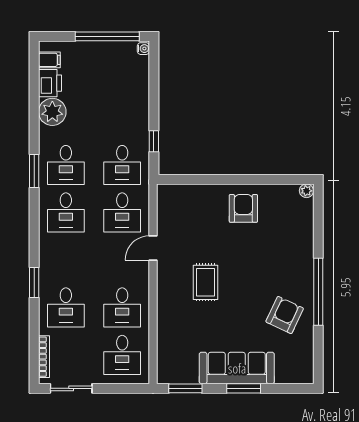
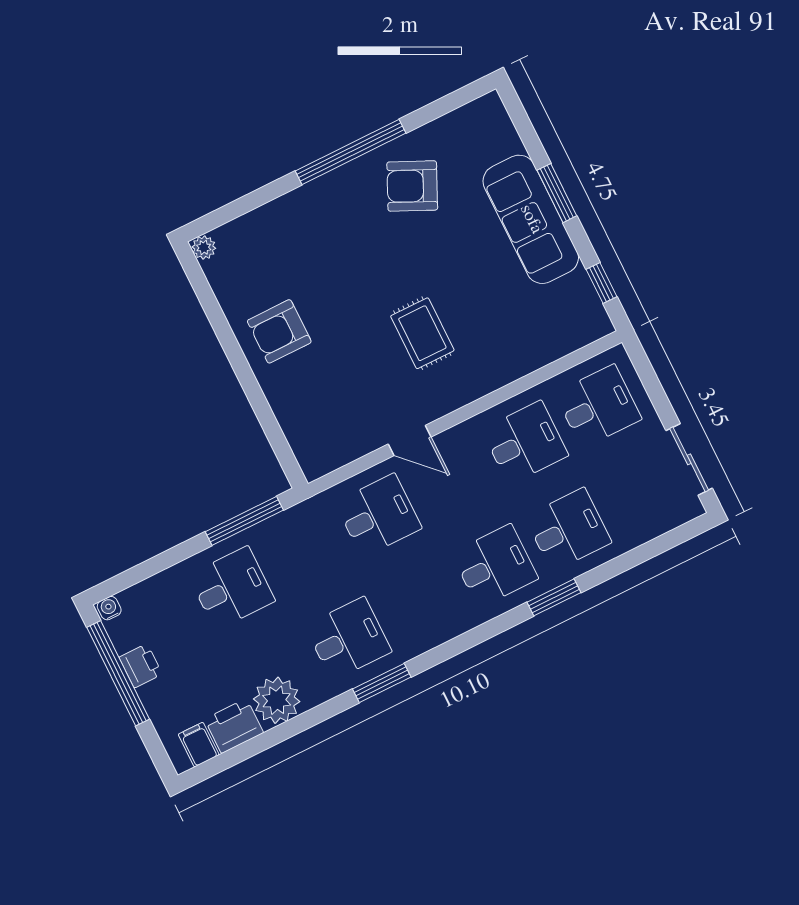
printer: (105, 50) -> (141, 666), added
window: (154, 141) -> (244, 521), width x2.17
desk: (122, 165) -> (232, 588), moved
desk: (66, 212) -> (495, 566), moved
rug: (205, 282) -> (422, 333), turned 90
bookcase: (44, 357) -> (661, 526), removed
window: (185, 388) -> (601, 283), width x0.67

